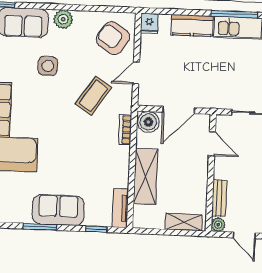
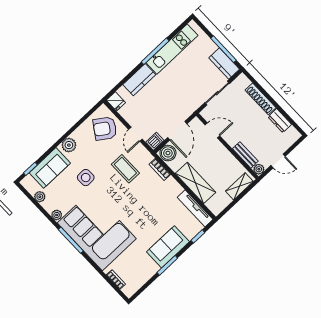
coffee table: (93, 96) -> (125, 169), turned -34
dishwasher: (148, 98) -> (155, 141), added
tv unit: (120, 208) -> (195, 208), width x1.41

